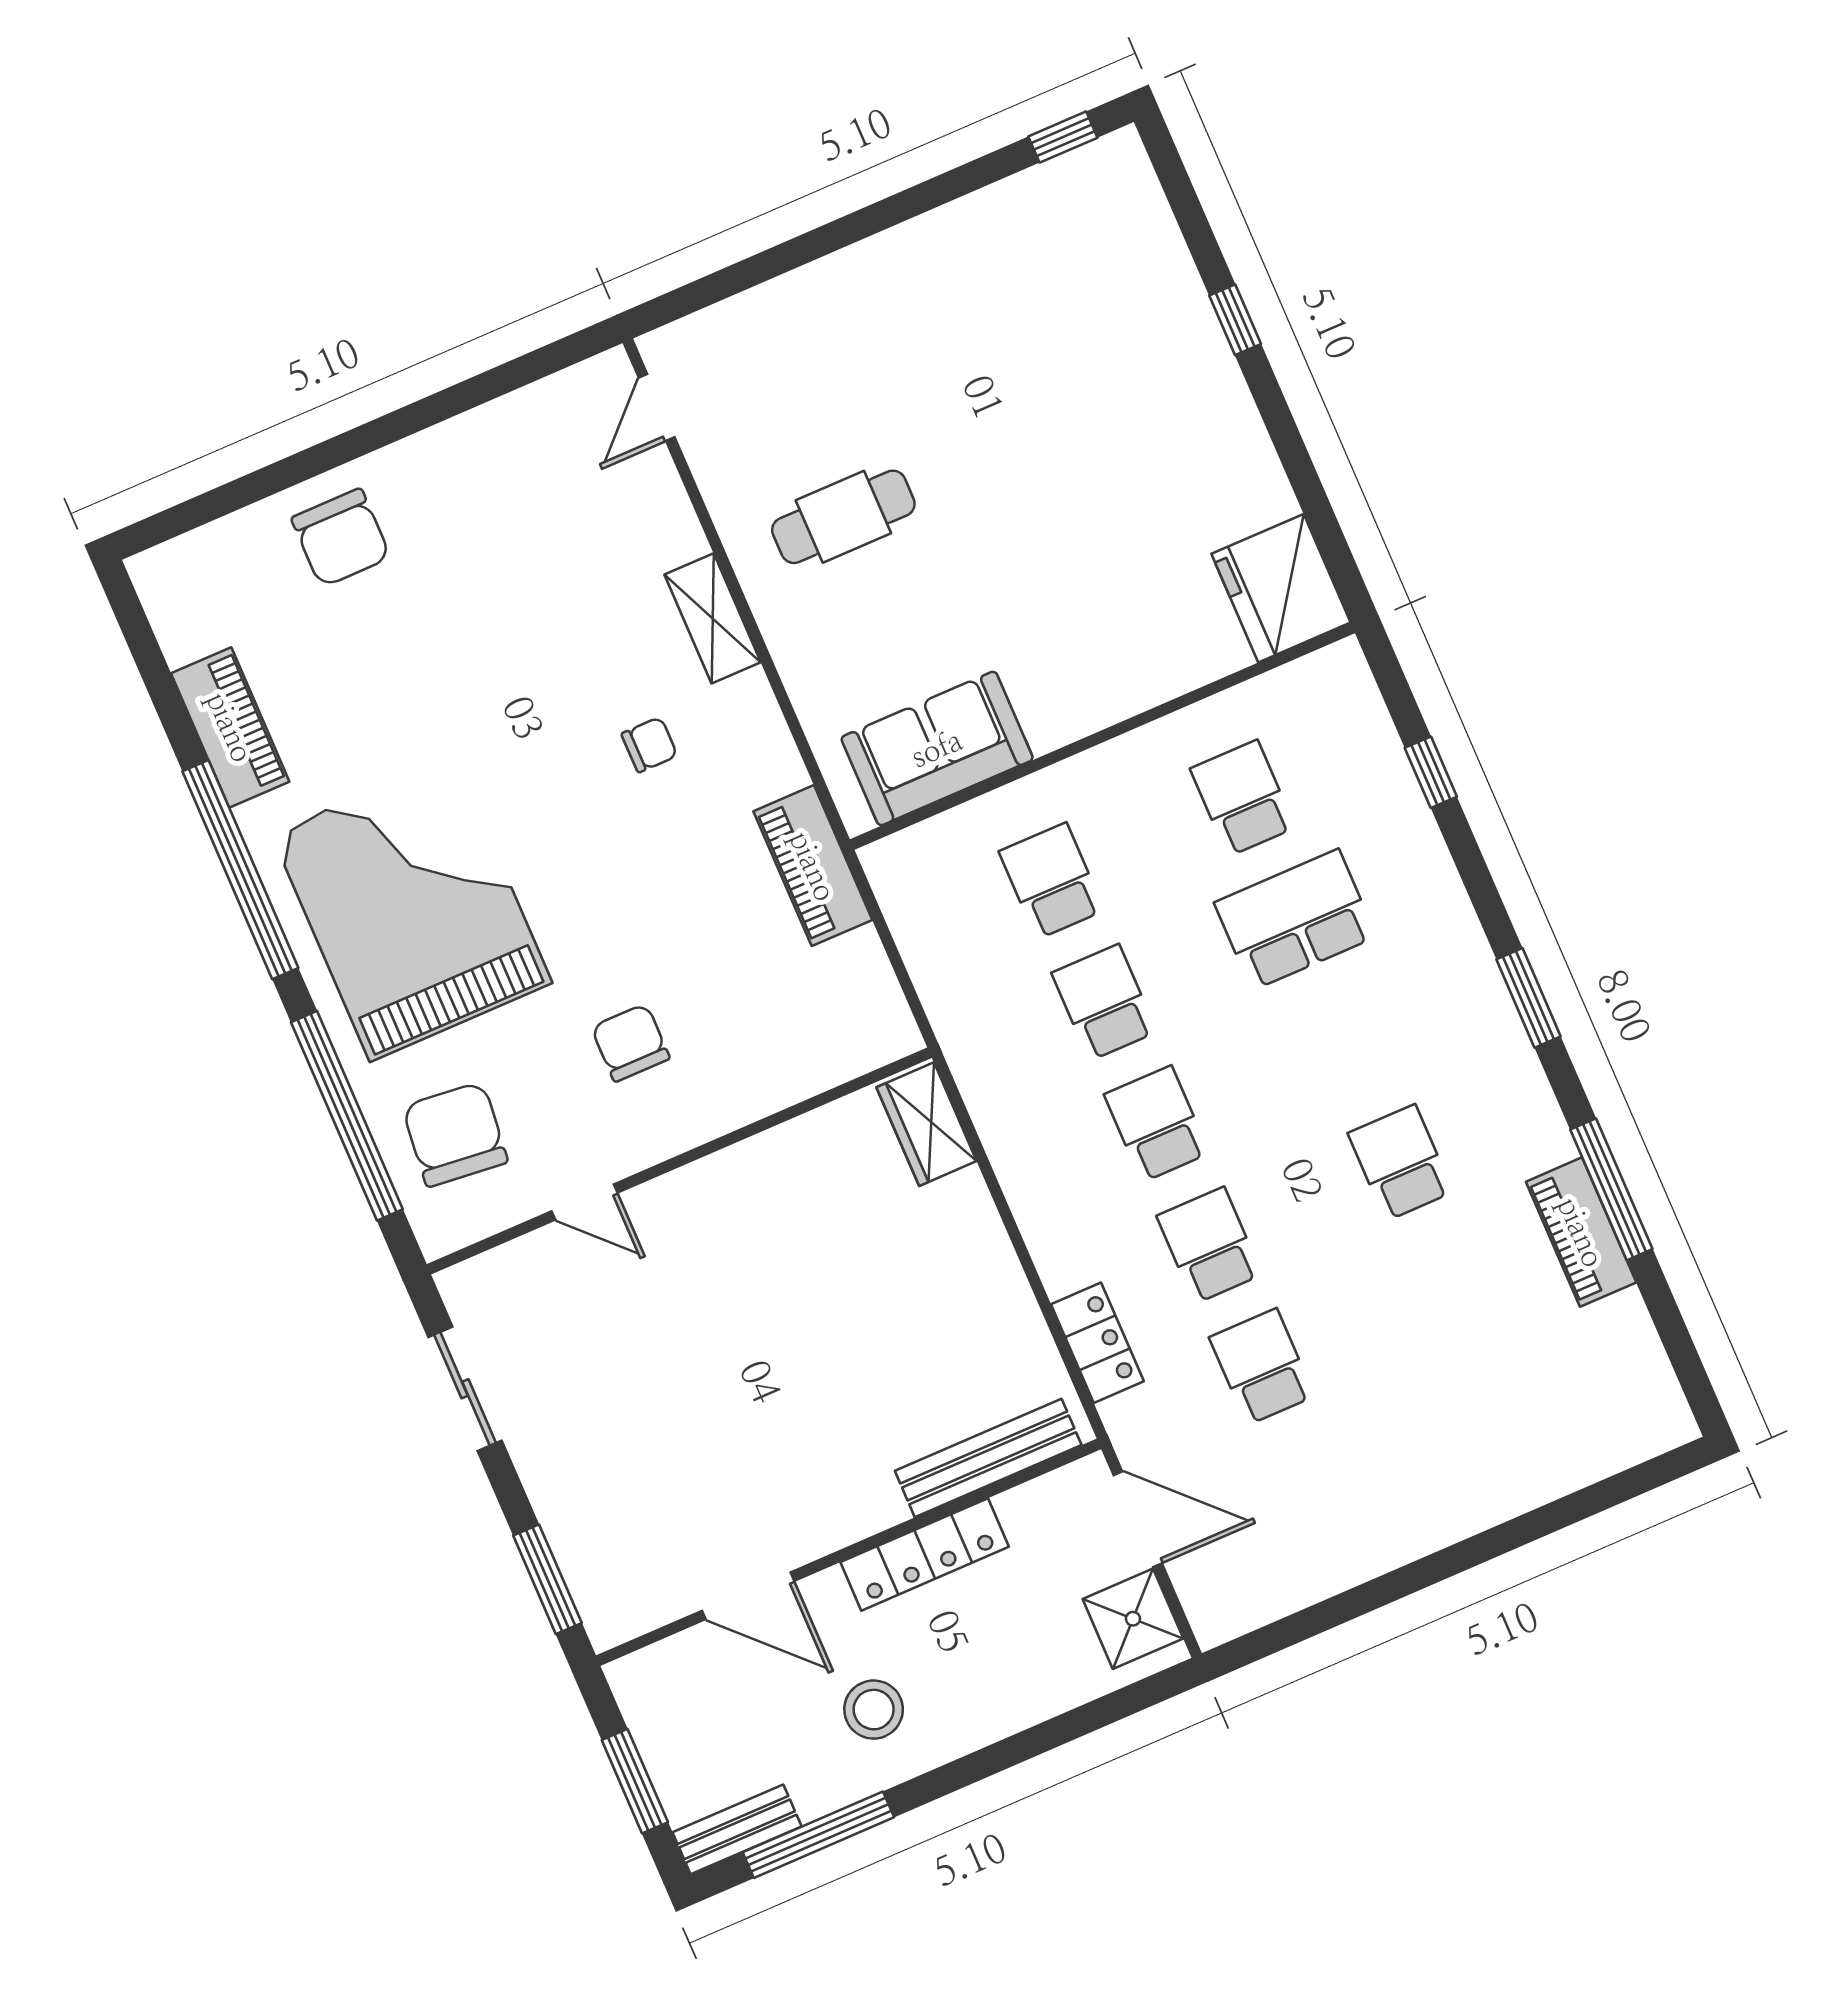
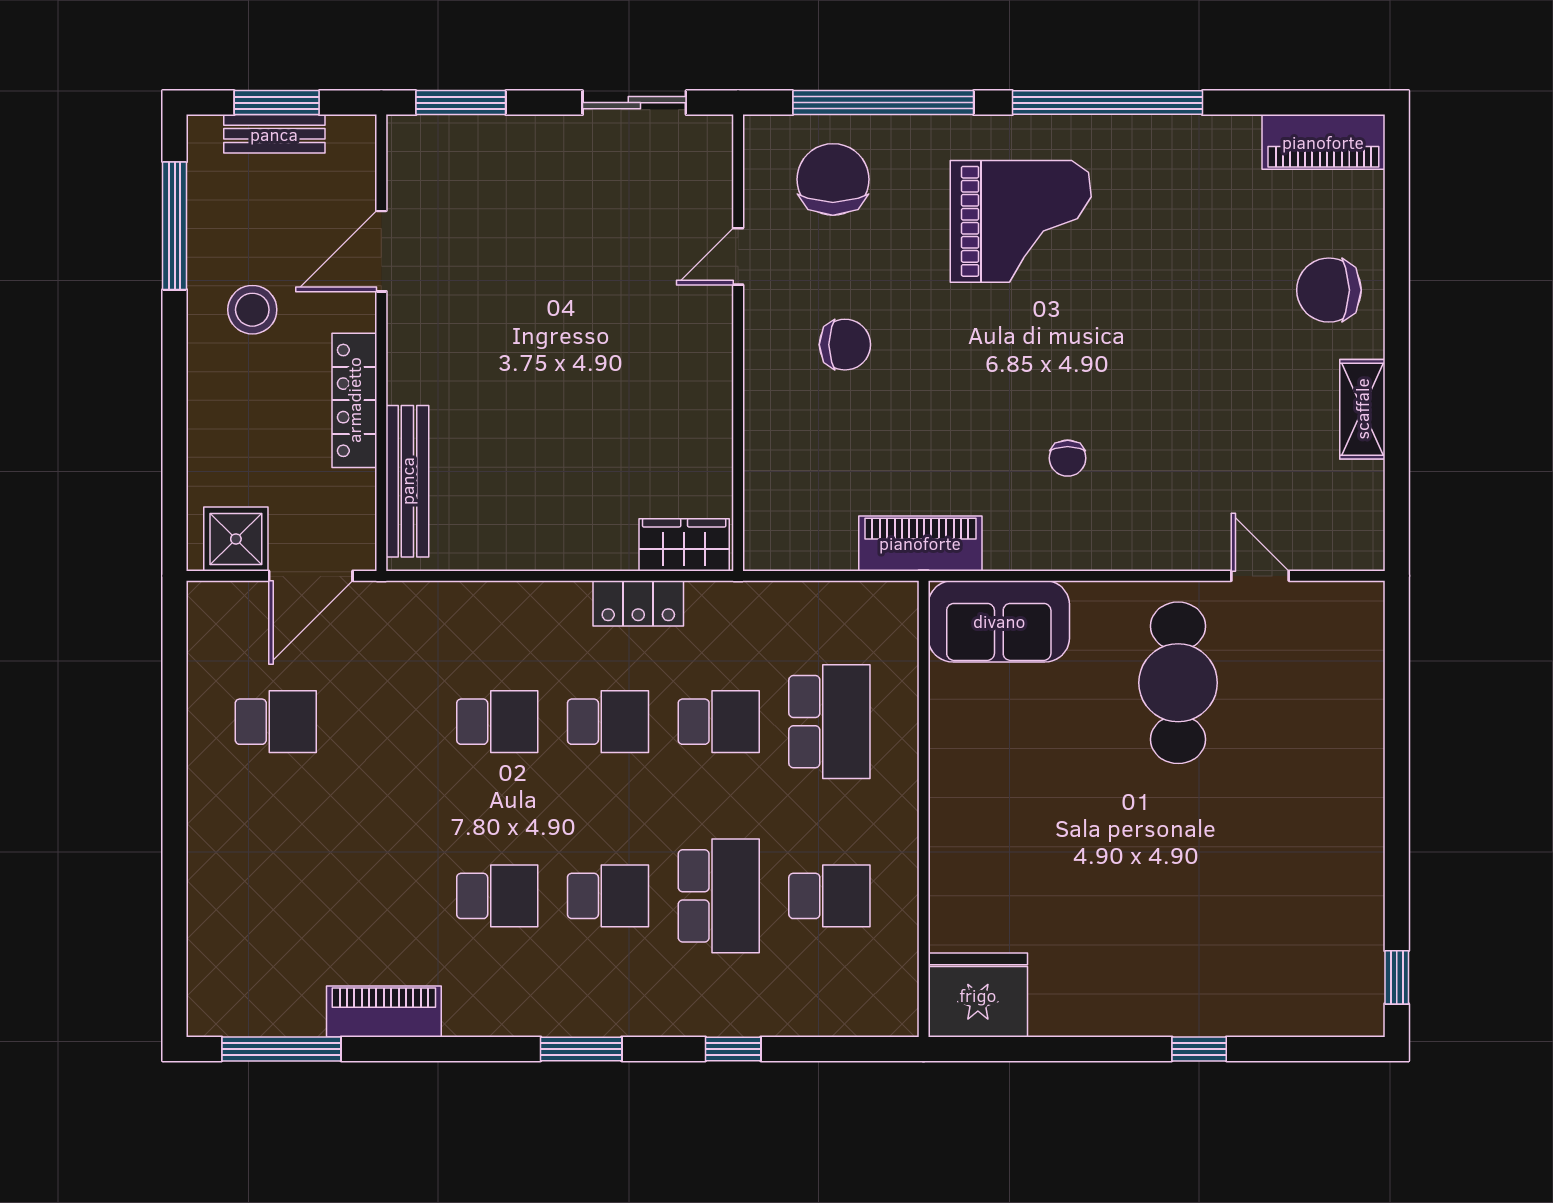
door: (657, 407) -> (1260, 576), moved
cafe table: (843, 517) -> (1178, 683), width x1.37, depth x1.35
shelving: (713, 618) -> (1362, 409), moved, turned 90
piano: (230, 727) -> (1323, 142), moved
sofa: (937, 748) -> (999, 621), moved, turned 90
window: (1431, 772) -> (733, 1049), moved
school desk: (1052, 881) -> (829, 722), width x1.85
grand piano: (412, 908) -> (1021, 221), width x0.73, depth x0.68
school desk: (1348, 1041) -> (608, 896), added
chair: (455, 1134) -> (833, 179), turned -96
window: (1611, 1189) -> (281, 1049), moved
locker: (1097, 1343) -> (638, 603), moved
school desk: (1262, 1367) -> (276, 722), moved
bench: (737, 1829) -> (274, 134), moved, turned 90

